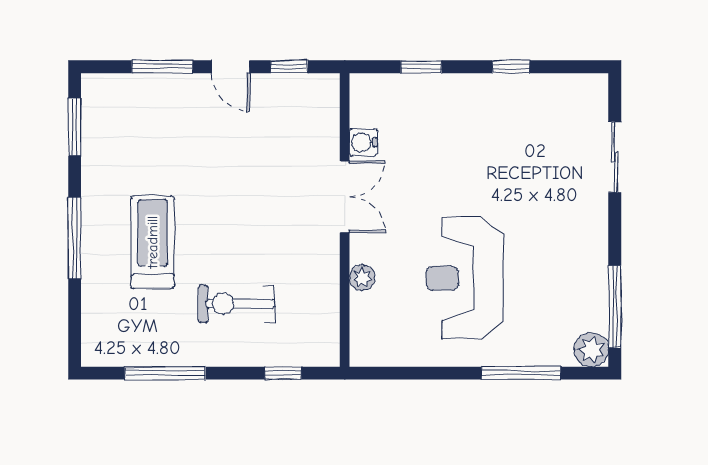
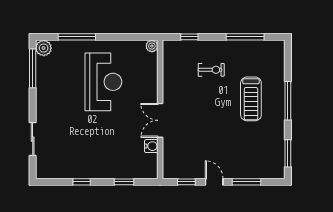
plant: (362, 278) -> (152, 46), moved
exercise bike: (237, 304) -> (211, 70), width x0.73, depth x0.72

